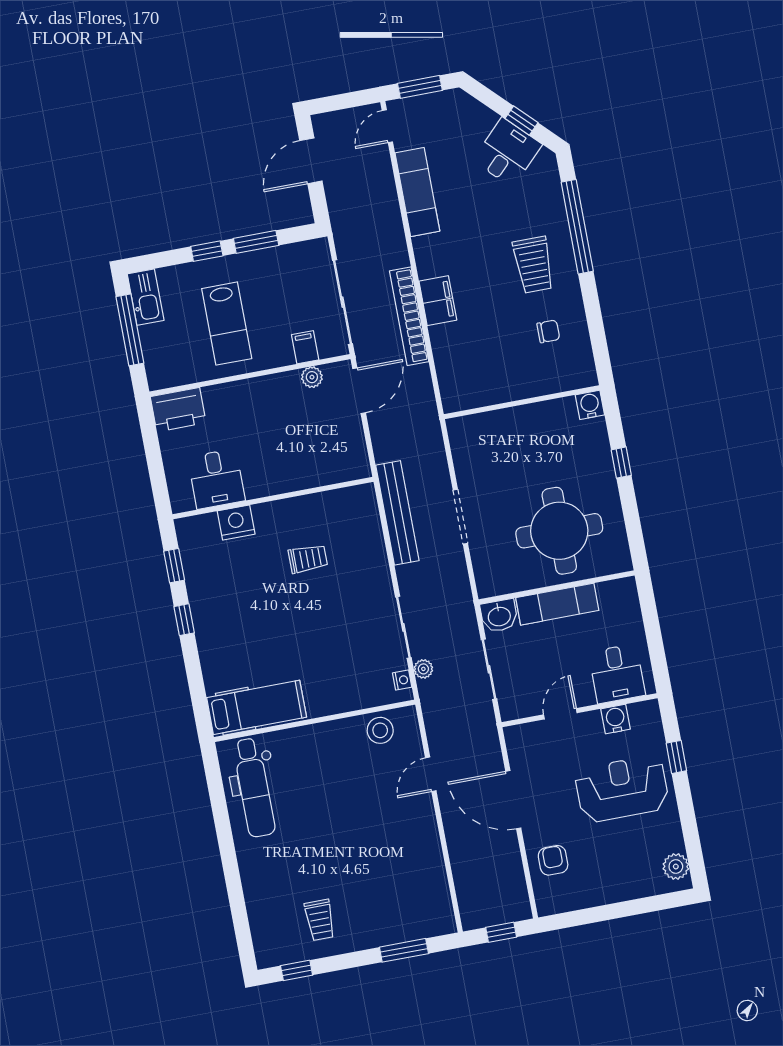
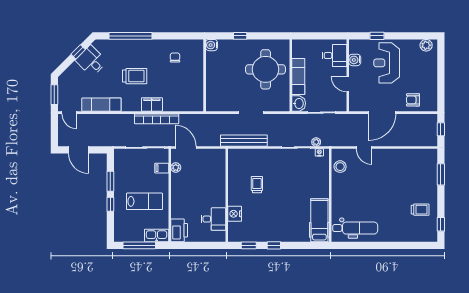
trolley: (533, 265) -> (135, 76), moved
kitchen sink: (146, 297) -> (157, 235), moved

